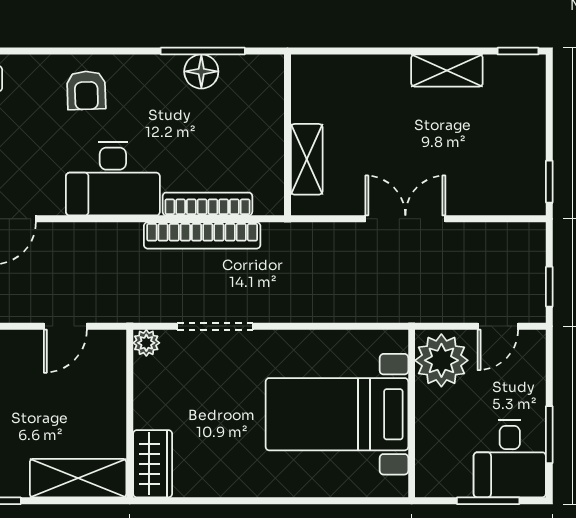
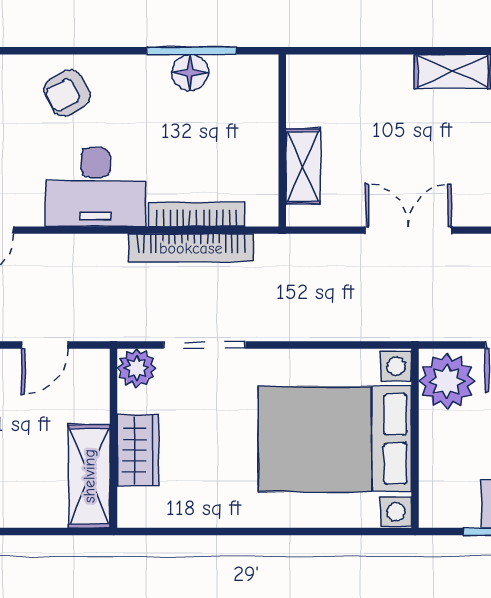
armchair: (86, 90) -> (67, 93), turned 64
plant: (146, 343) -> (137, 368), width x1.38, depth x1.38
bed with nightstands: (337, 414) -> (335, 439), width x1.36
wardrobe: (153, 464) -> (138, 450), moved
shelving: (78, 478) -> (89, 476), moved, turned 90

